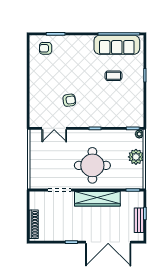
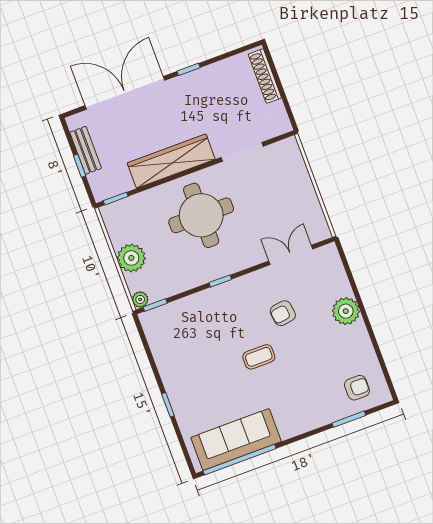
coffee table: (113, 76) -> (259, 357), moved
plant: (37, 89) -> (346, 311), added

